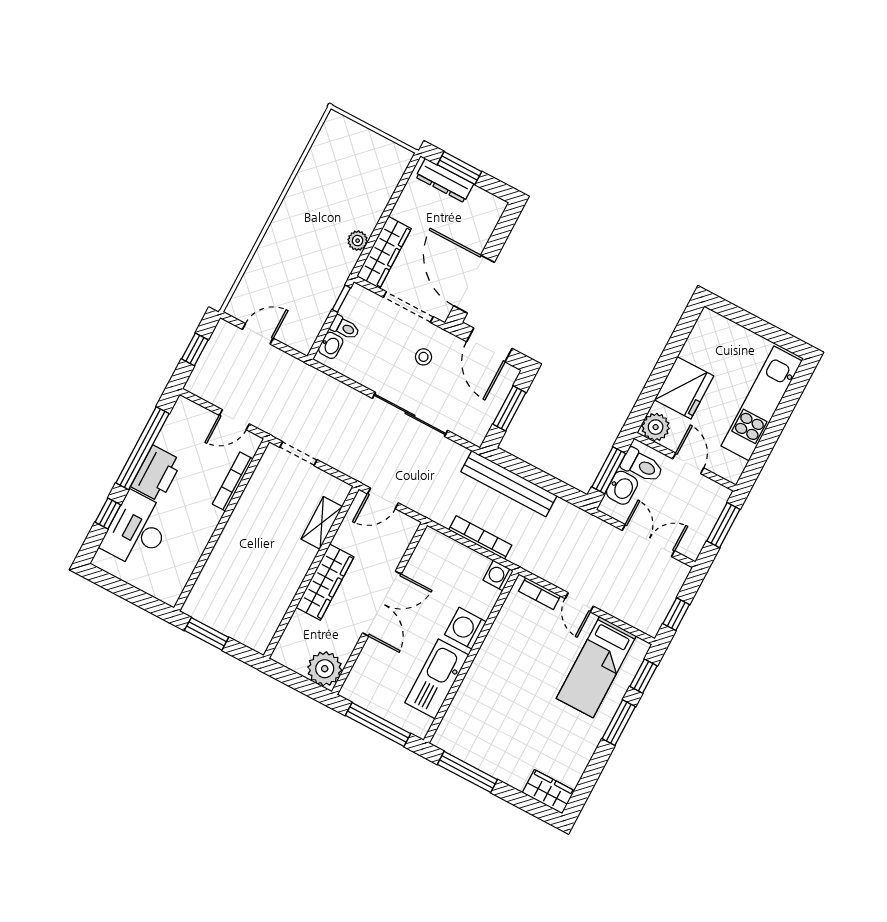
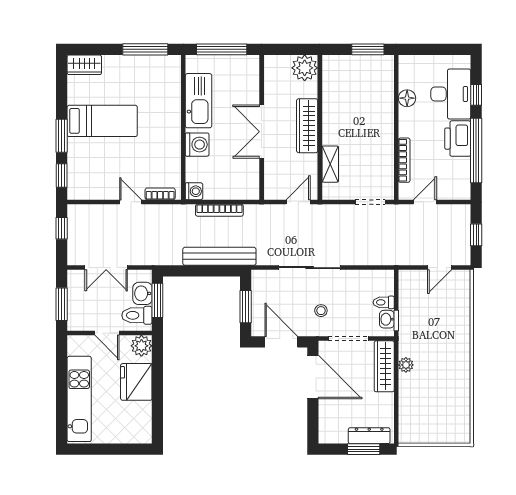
washbasin: (331, 345) -> (387, 319), moved
floor lamp: (191, 552) -> (407, 98), added
bed: (596, 667) -> (102, 121), moved, turned 90
plant: (325, 669) -> (305, 68), moved

